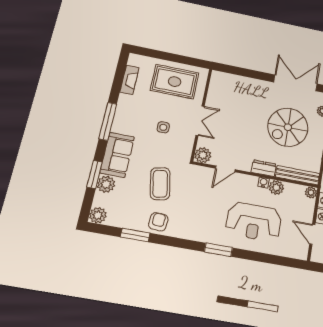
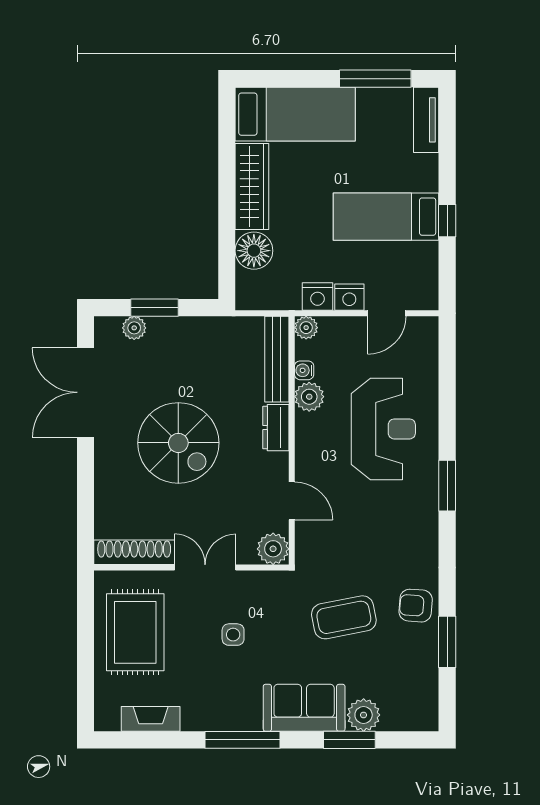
shoe rack: (214, 89) -> (134, 552), added
spiral stairs: (288, 127) -> (178, 443), moved
water cooler: (264, 182) -> (304, 370), moved
plant: (98, 215) -> (423, 716), removed

